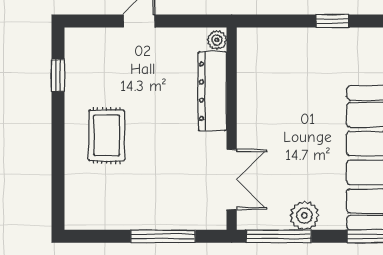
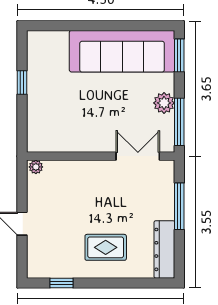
dresser: (212, 91) -> (164, 249), moved, turned 90

